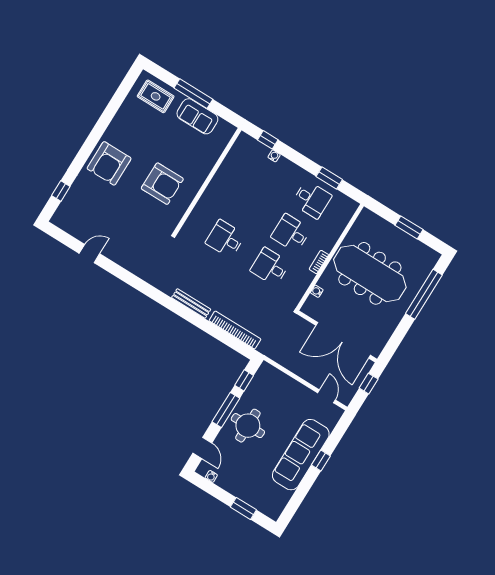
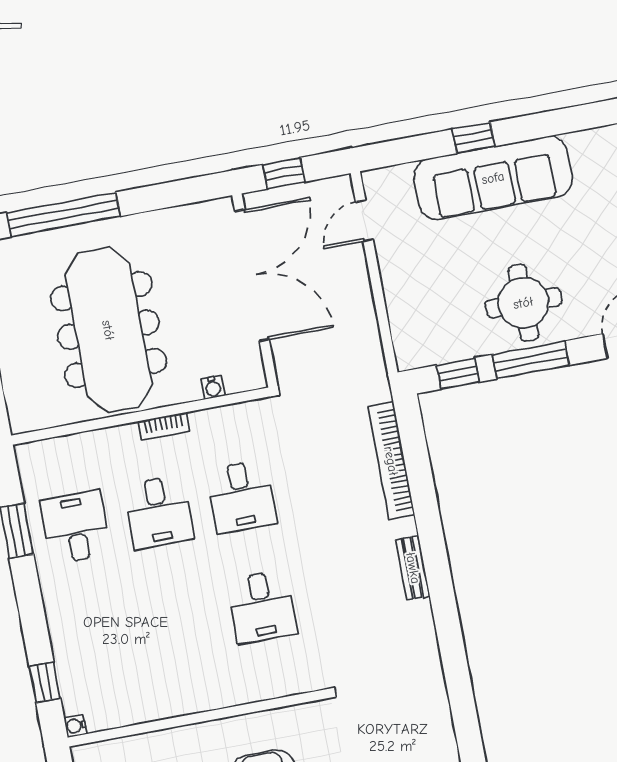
water cooler: (274, 156) -> (75, 726), moved
bench: (191, 303) -> (413, 568), width x0.73

